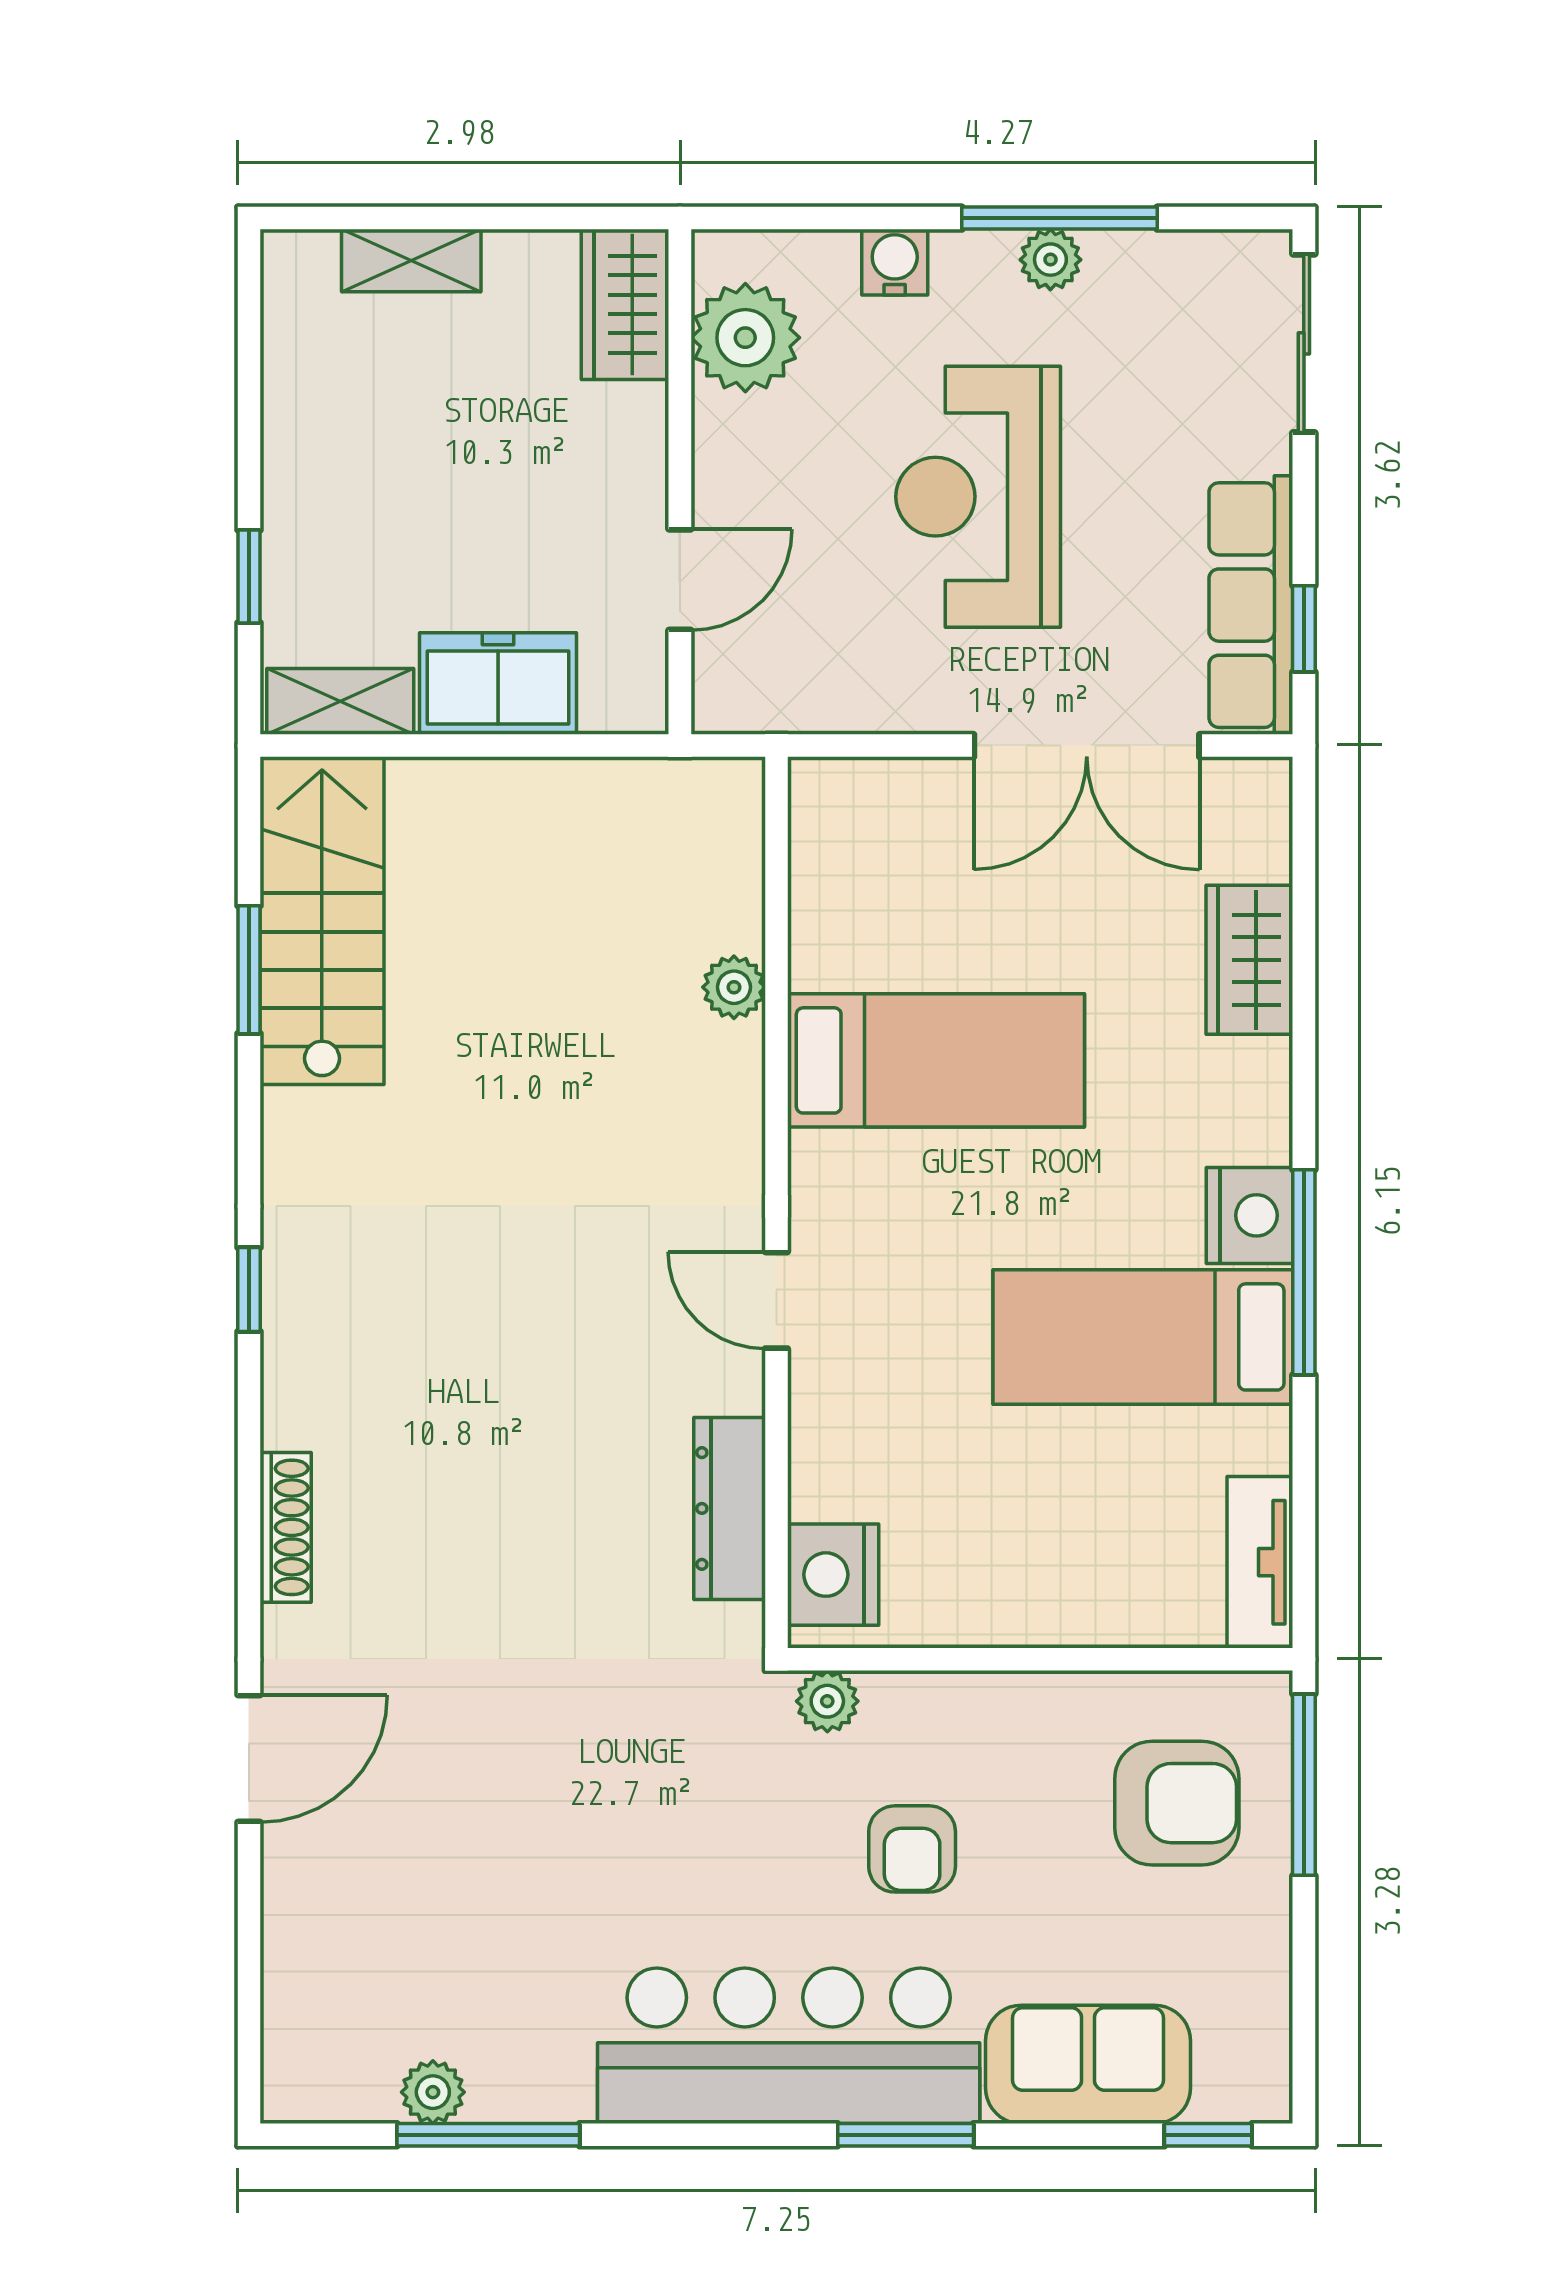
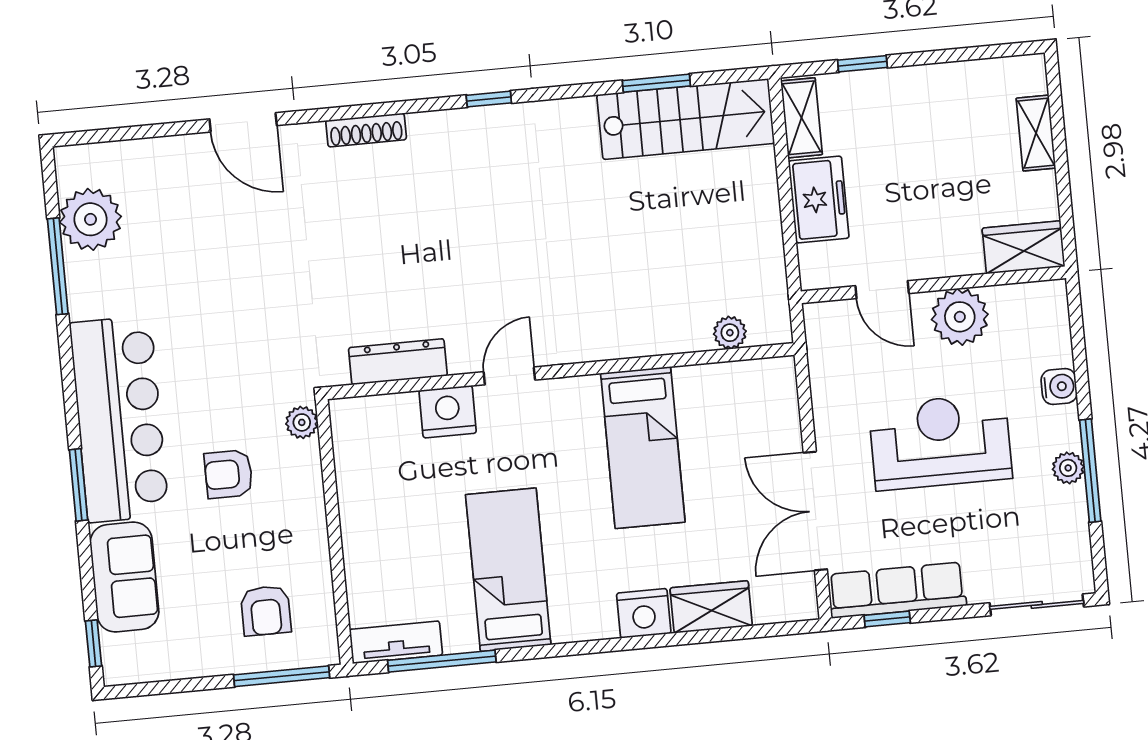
plant: (745, 338) -> (960, 317), moved
plant: (734, 987) -> (730, 333), moved
nightstand: (1250, 1215) -> (644, 613), moved
window: (1304, 1272) -> (442, 661), moved
nightstand: (833, 1575) -> (448, 412), moved
armchair: (1177, 1803) -> (266, 611), width x0.72, depth x0.72
plant: (433, 2092) -> (91, 219), width x1.88, depth x1.88

